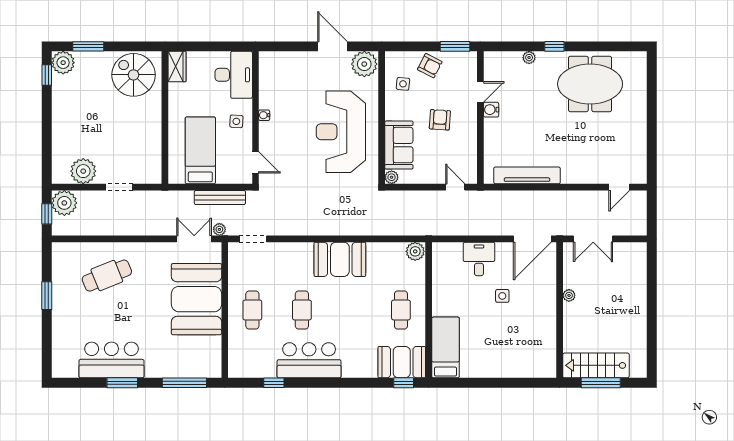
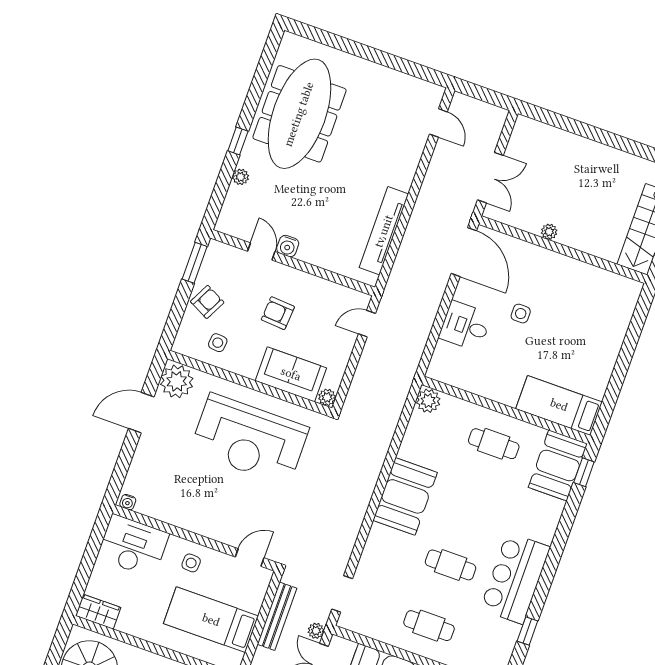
meeting table: (590, 84) -> (299, 114), width x1.36
water cooler: (264, 115) -> (128, 502), moved

